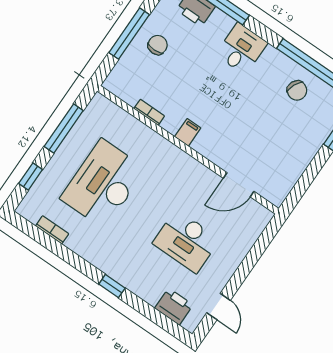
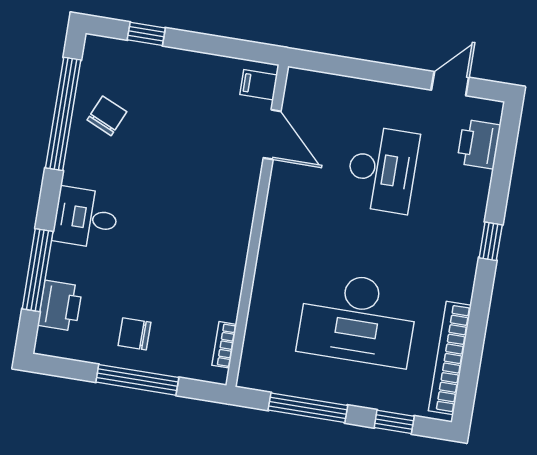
bookcase: (149, 112) -> (224, 345), moved
filing cabinet: (188, 132) -> (259, 85), moved
bookcase: (52, 230) -> (450, 358), width x2.31, depth x1.31

